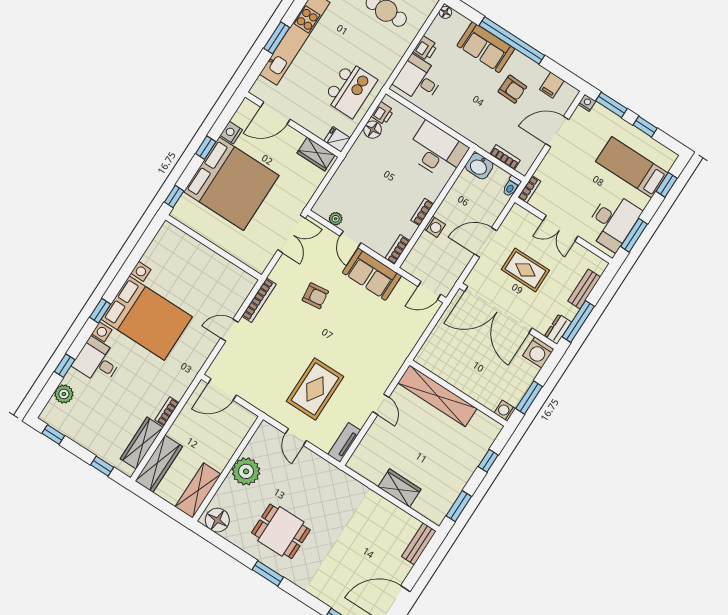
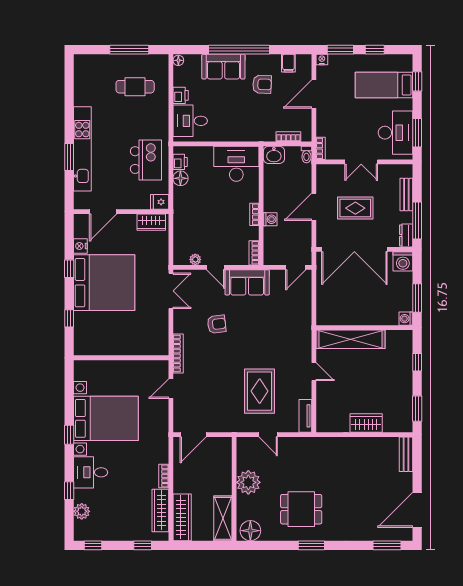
wall: (214, 247) -> (121, 358), moved

